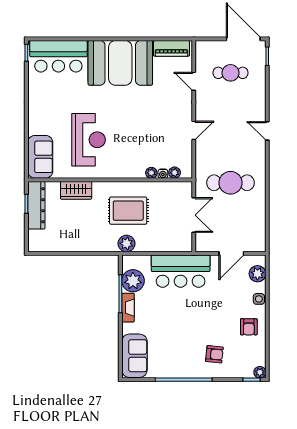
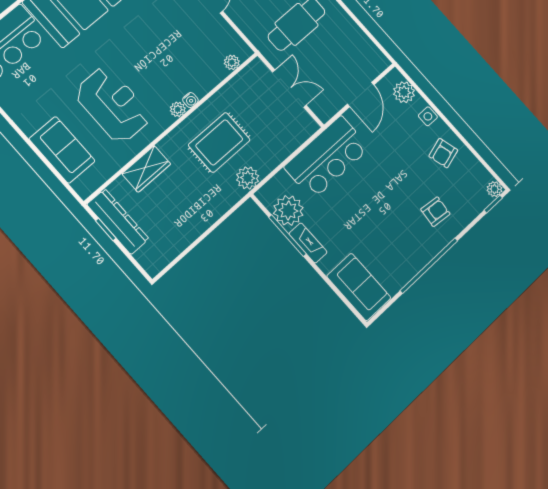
sofa: (40, 157) -> (62, 150), moved
plant: (151, 173) -> (178, 109), moved
water cooler: (163, 174) -> (190, 100), moved
armchair: (249, 327) -> (443, 153), turned 74

